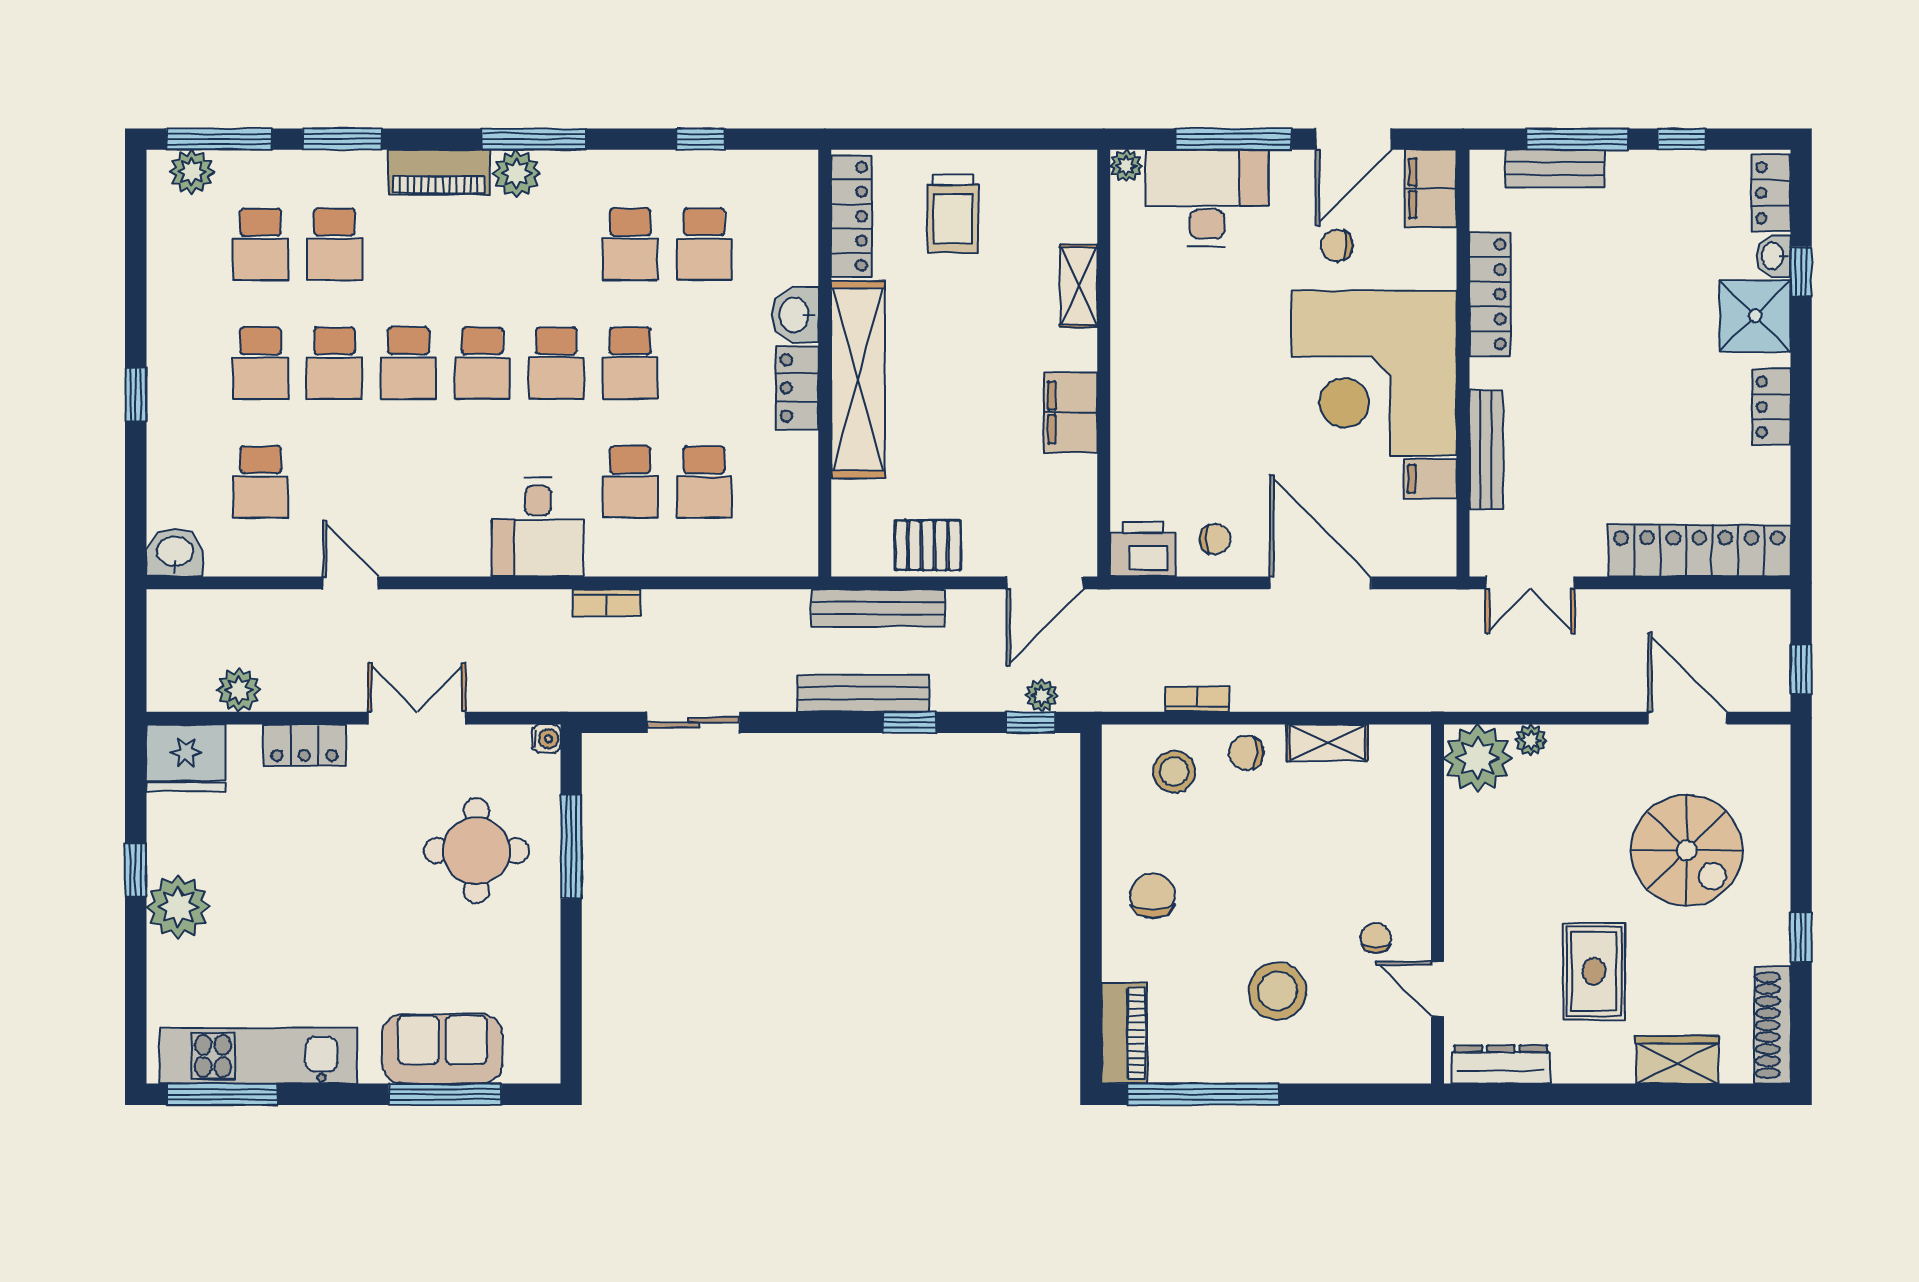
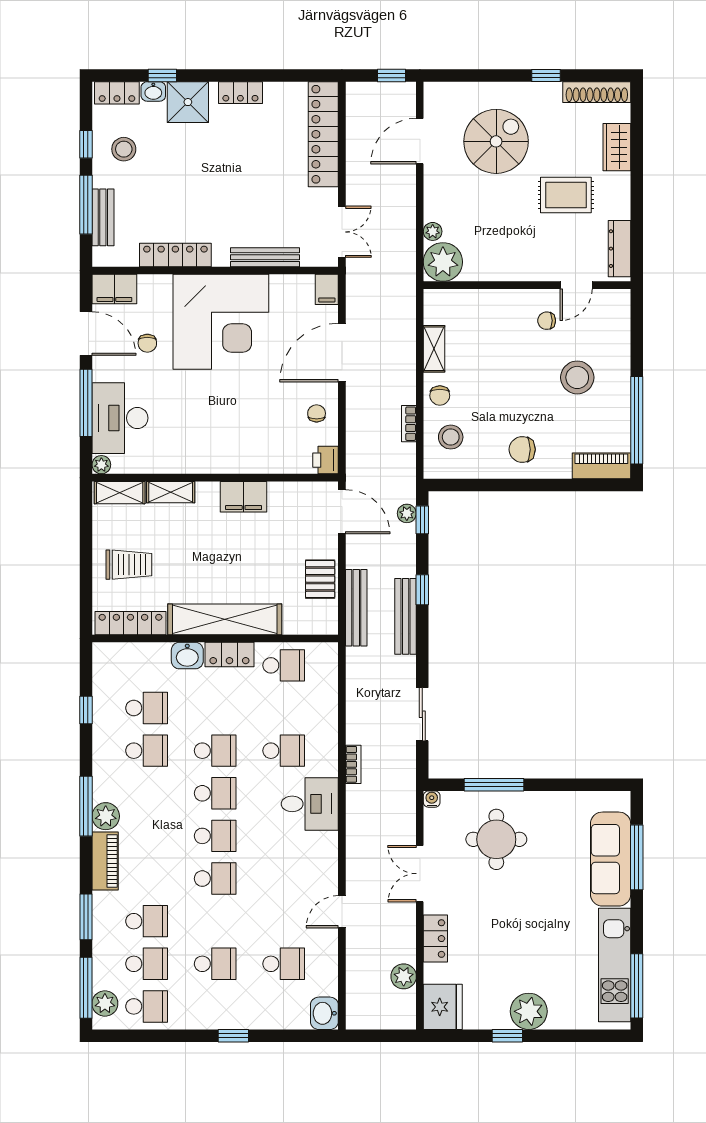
shelving: (1078, 197) -> (120, 493), added
stool: (1673, 205) -> (124, 149), added
school desk: (335, 363) -> (147, 1006), moved
filing cabinet: (1430, 479) -> (327, 289), moved
school desk: (704, 482) -> (284, 665), moved
printer: (1143, 549) -> (326, 460), width x0.73, depth x0.81
sofa: (442, 1049) -> (611, 859), width x1.36

